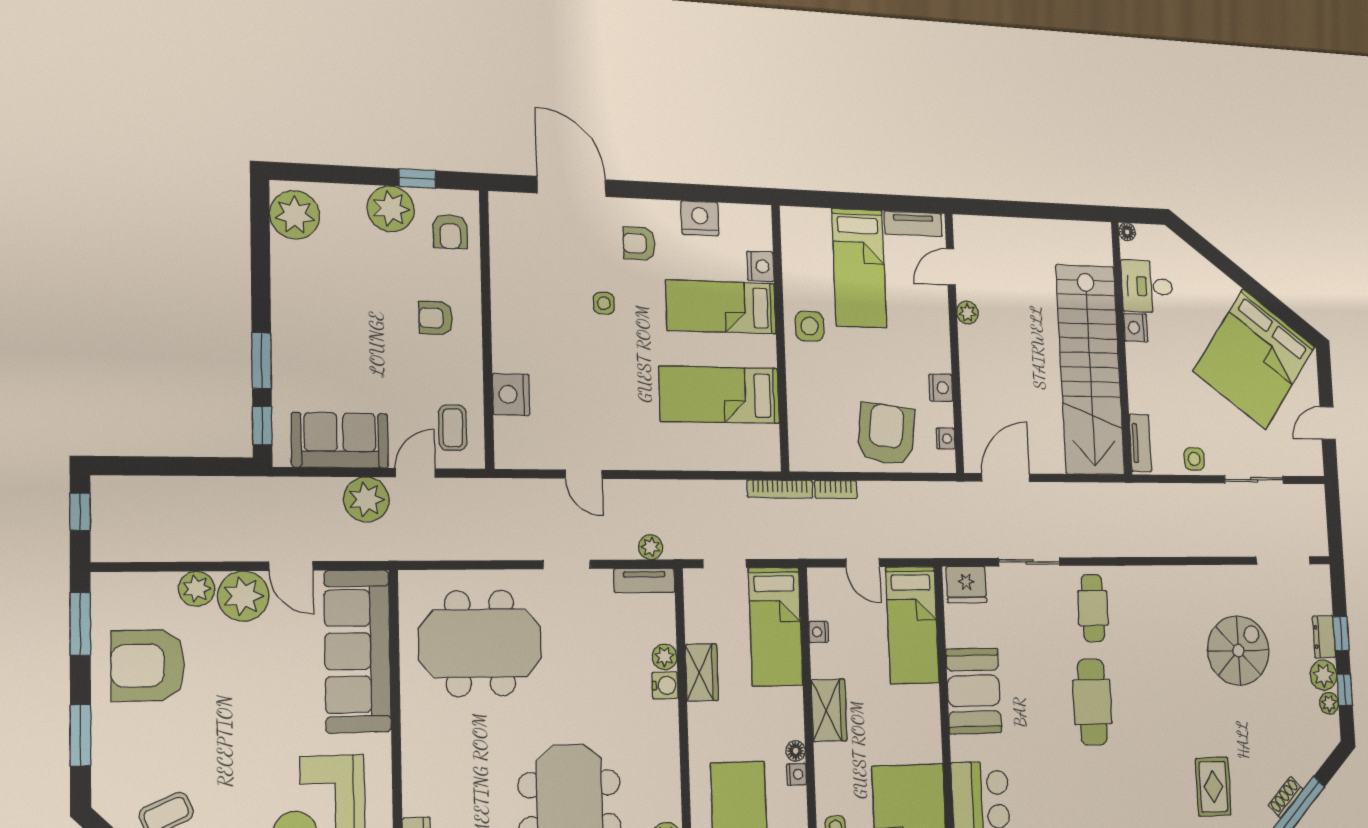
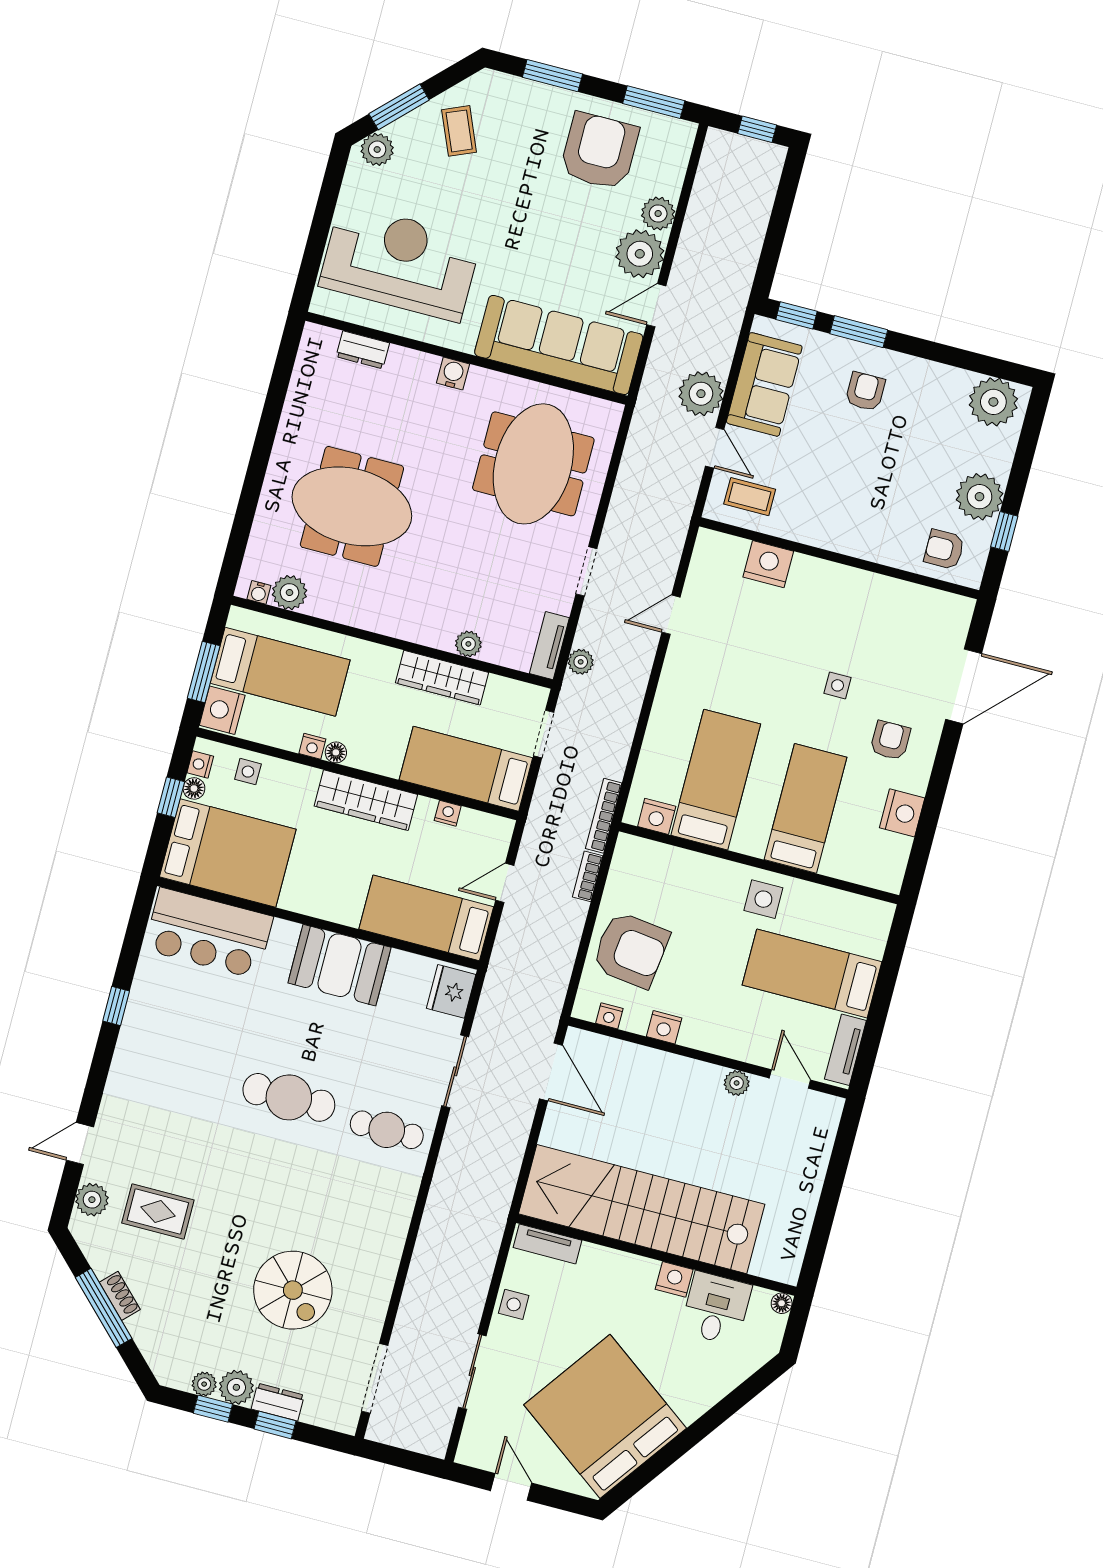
nightstand: (760, 266) -> (657, 816), moved
armchair: (436, 318) -> (865, 392), moved
wardrobe: (702, 672) -> (442, 678), width x1.50
water cooler: (665, 685) -> (453, 374), moved, turned 180
wardrobe: (829, 710) -> (366, 800), width x1.50

